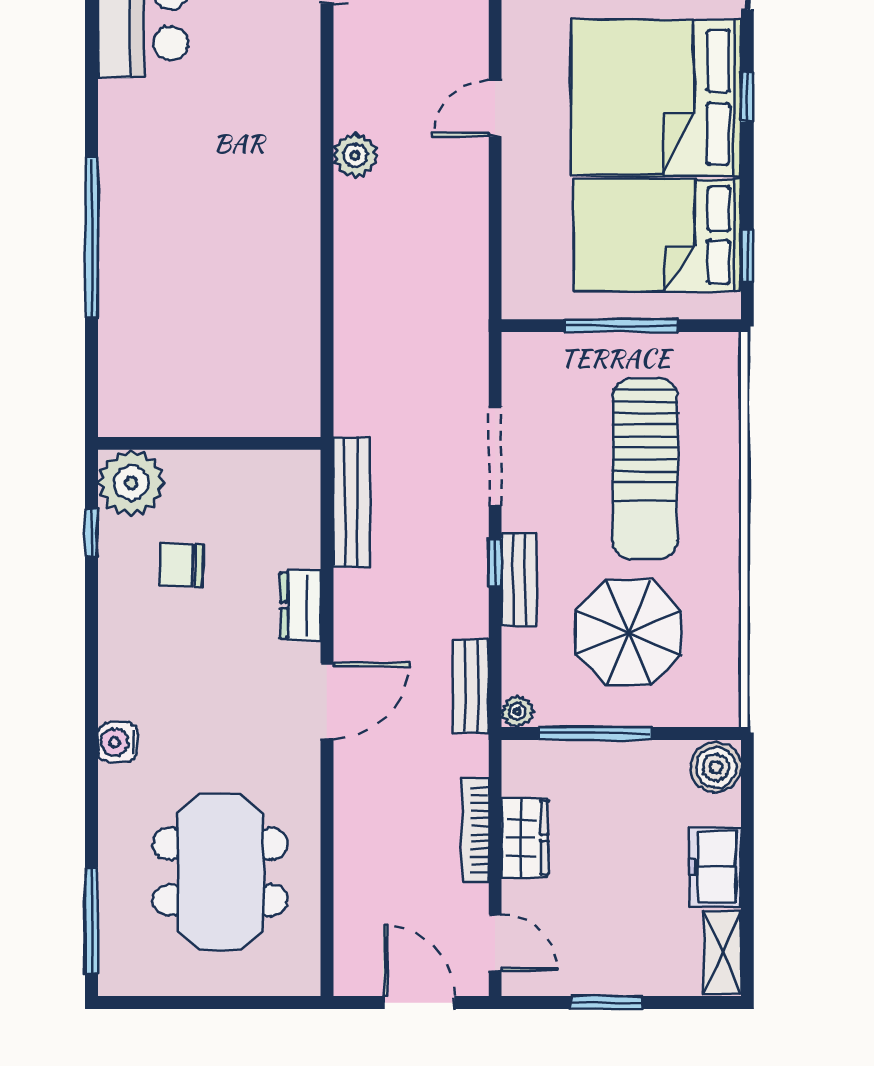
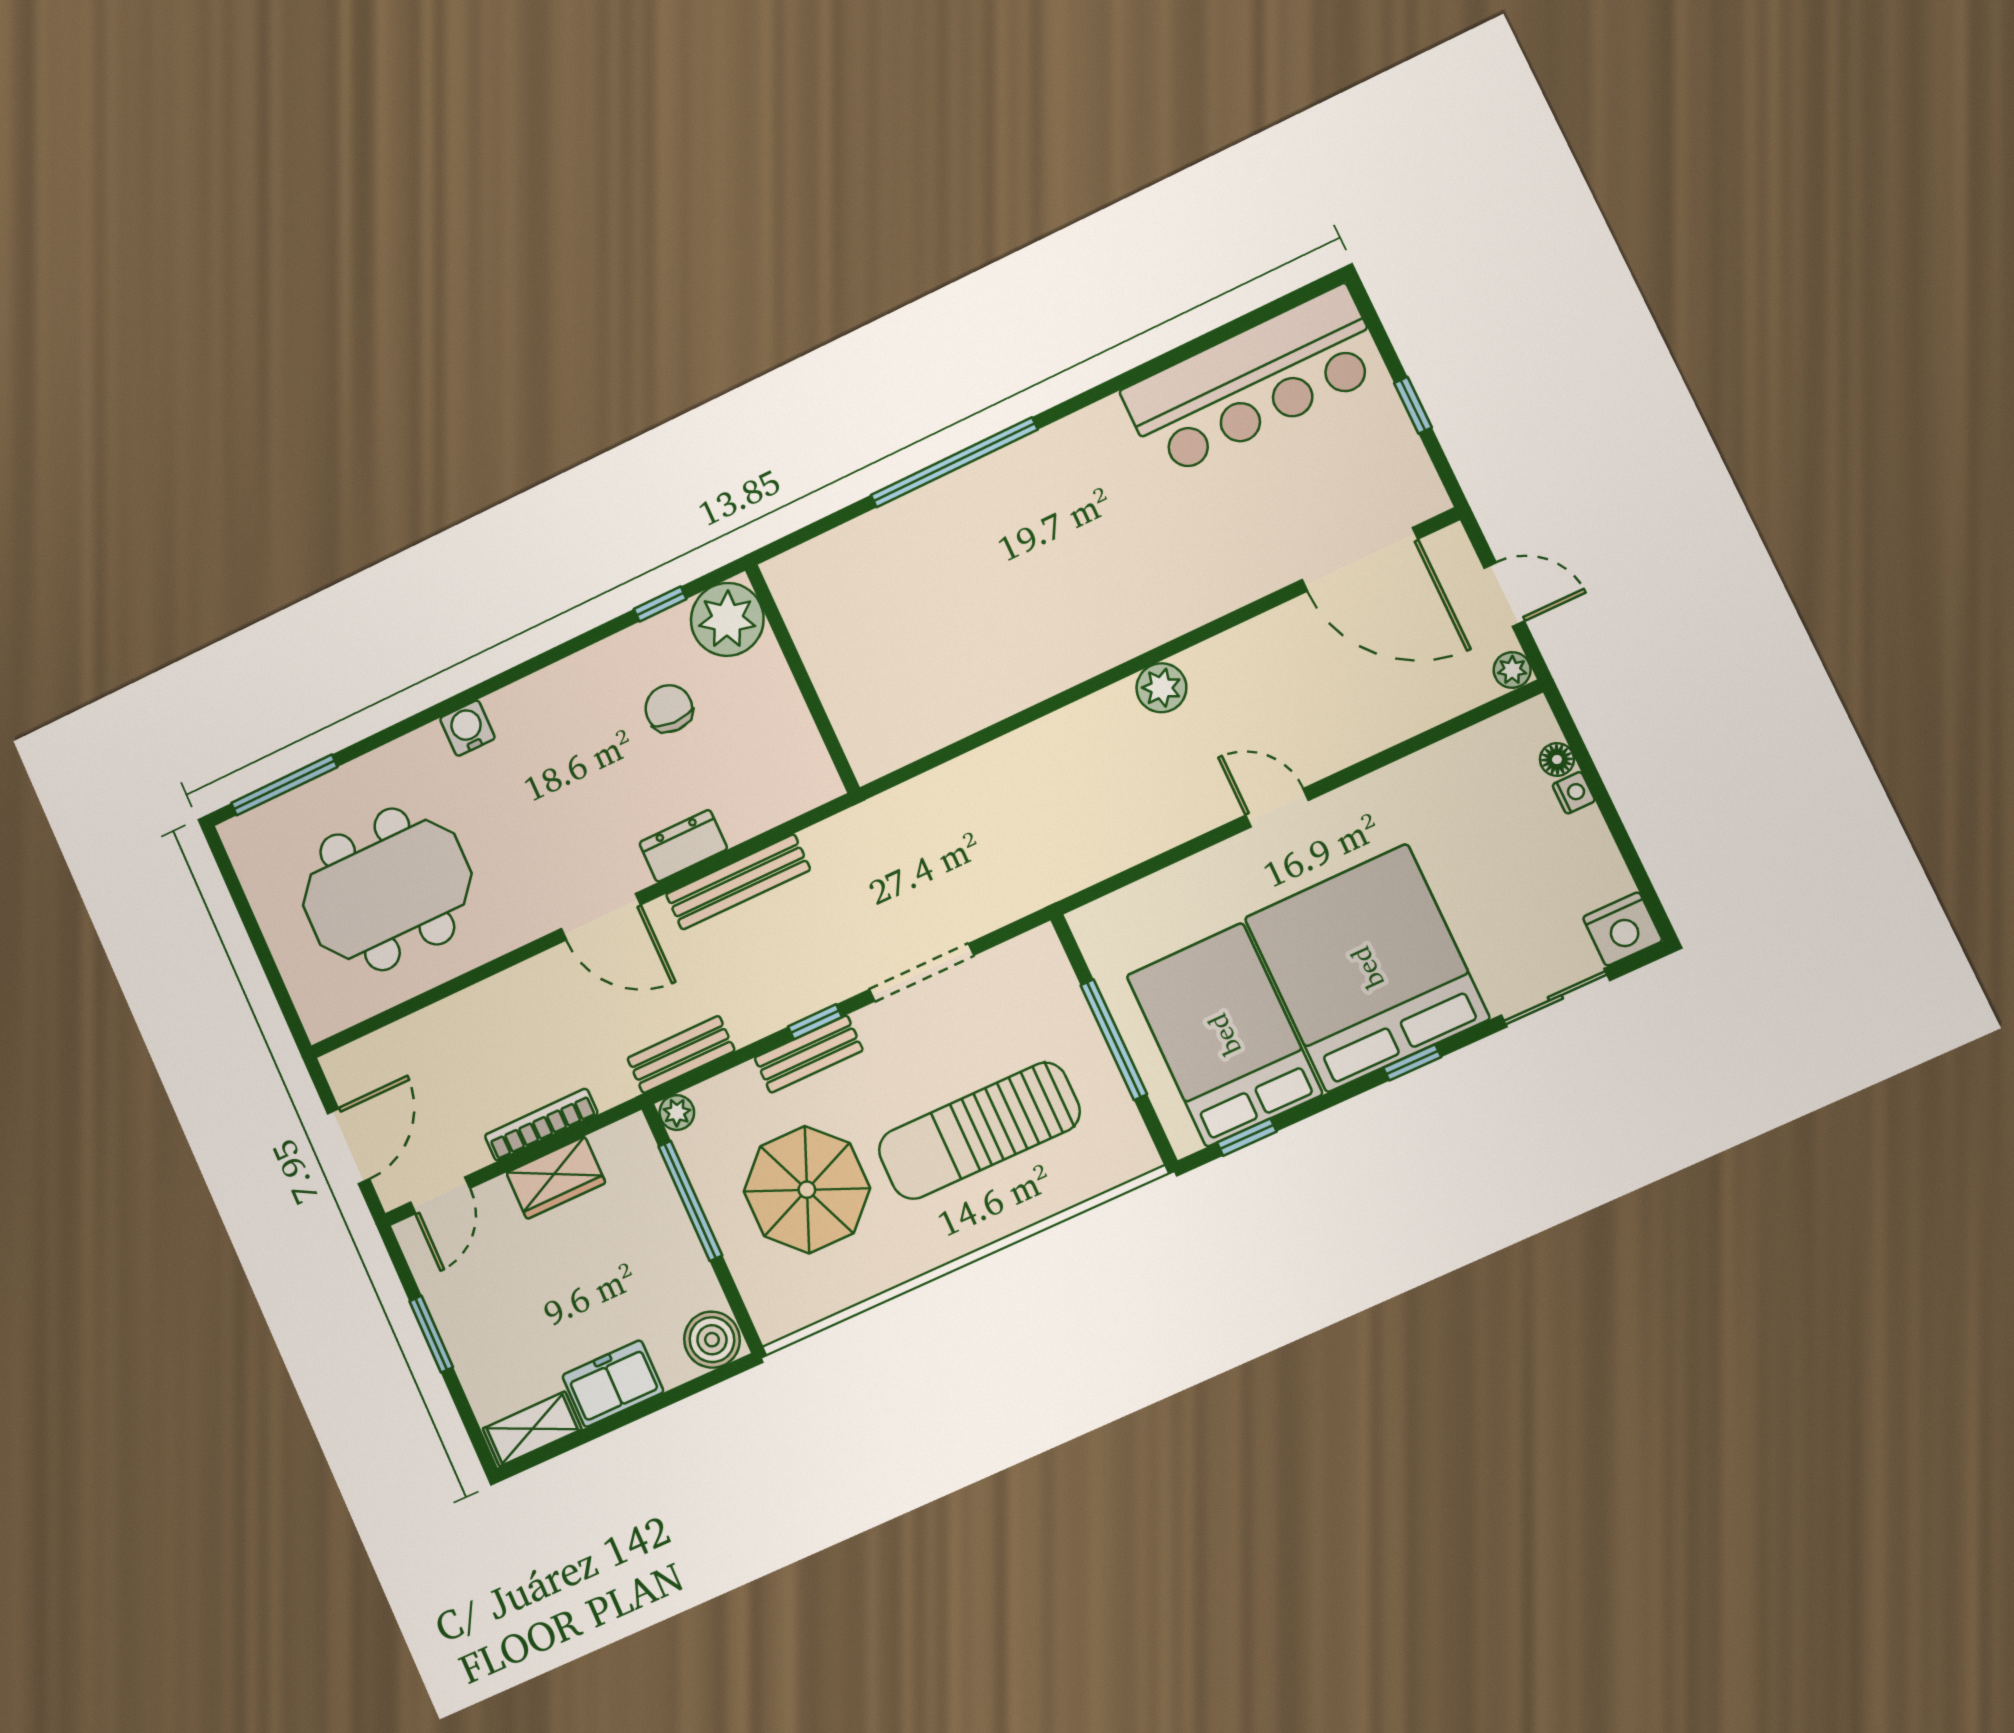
bench: (351, 502) -> (738, 882), moved

